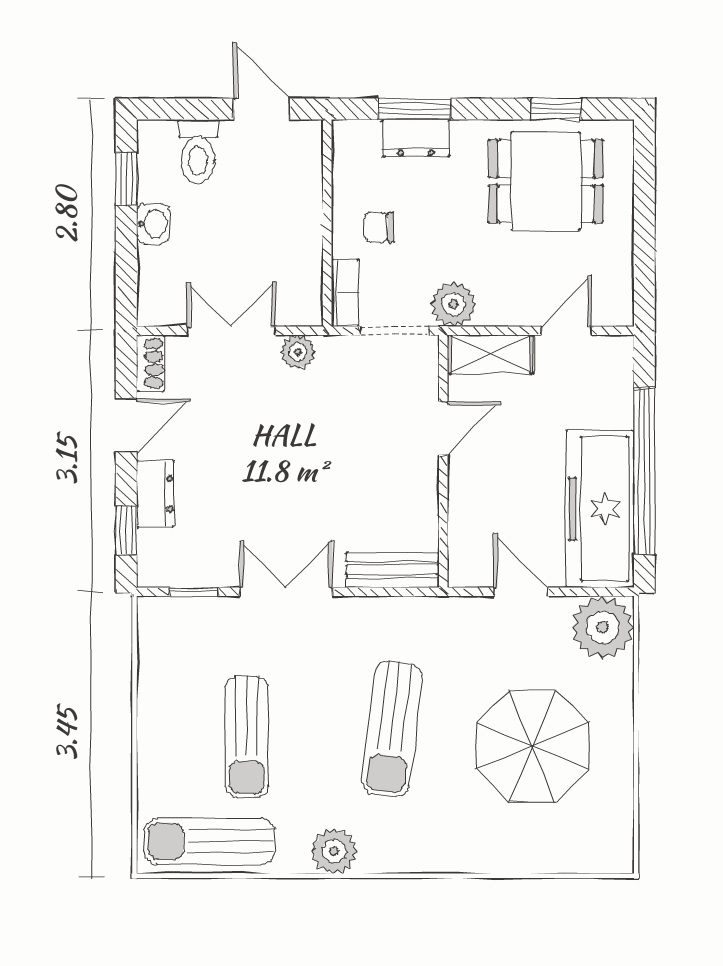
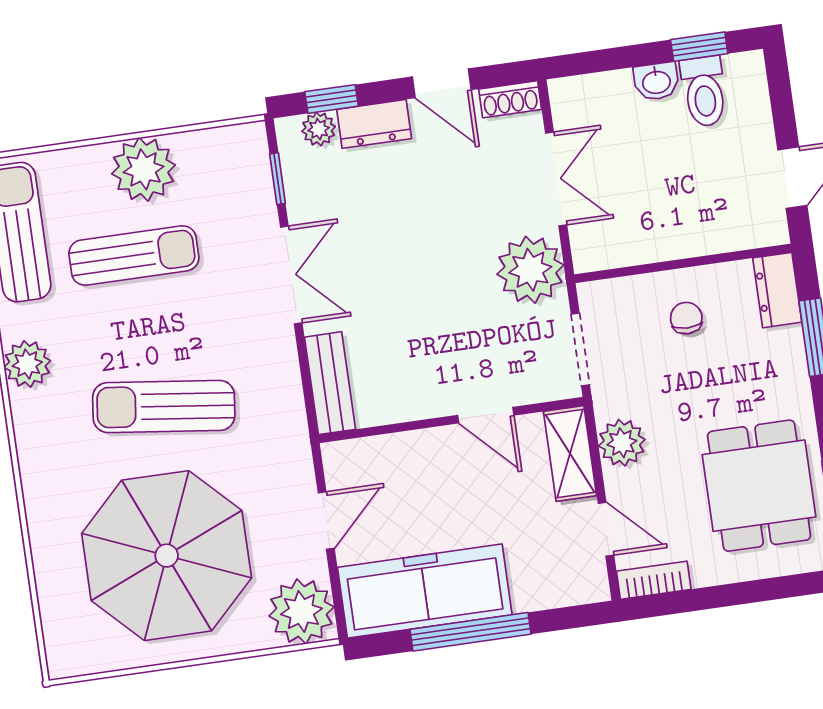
dresser: (416, 138) -> (777, 290), moved
toilet: (198, 152) -> (704, 91), moved, turned -90
bookcase: (345, 293) -> (654, 580), moved, turned 180
plant: (453, 304) -> (622, 443), moved
plant: (298, 352) -> (530, 270), width x1.88, depth x1.88
window: (644, 471) -> (471, 632), width x0.68
plant: (153, 547) -> (319, 129), added
plant: (167, 716) -> (144, 169), added
sun lounger: (247, 737) -> (134, 256), turned 180
parasol: (532, 746) -> (167, 556), width x1.36, depth x1.36

